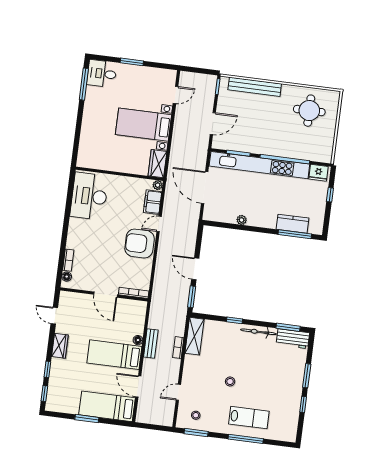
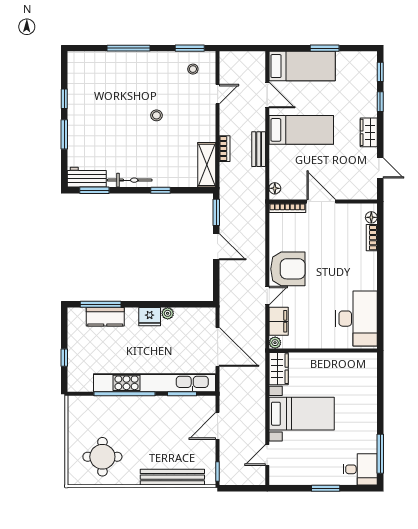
fridge: (318, 173) -> (150, 317), moved, turned 180
floor lamp: (138, 340) -> (275, 188), moved
lab bench: (249, 418) -> (128, 75), removed

